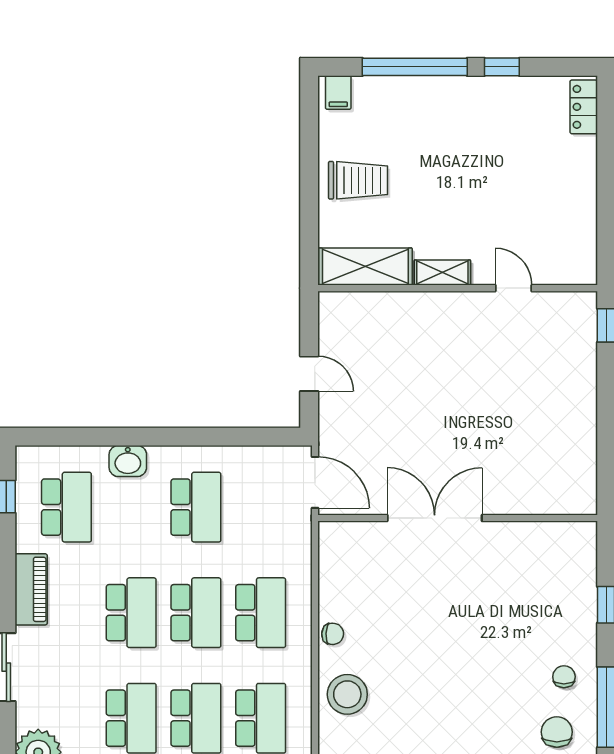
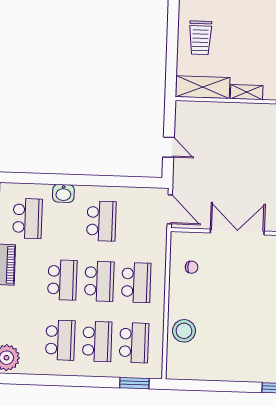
trolley: (358, 180) -> (200, 38), turned 90
chair: (333, 634) -> (192, 267), moved

